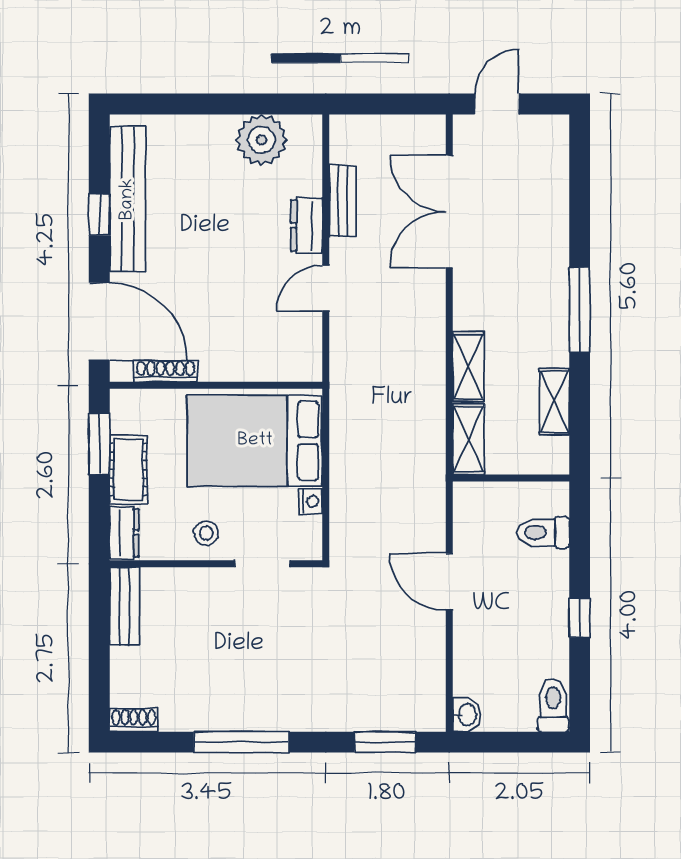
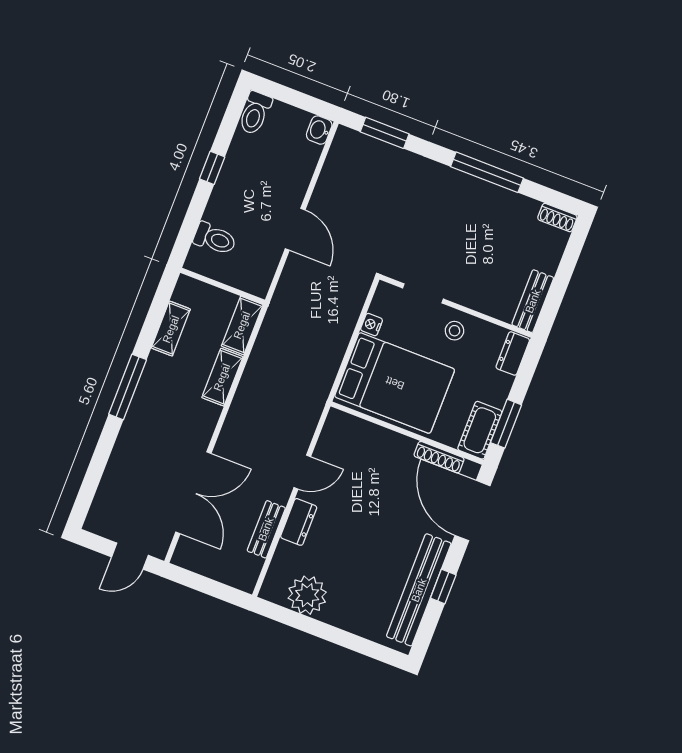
cot: (128, 469) -> (480, 430), moved

